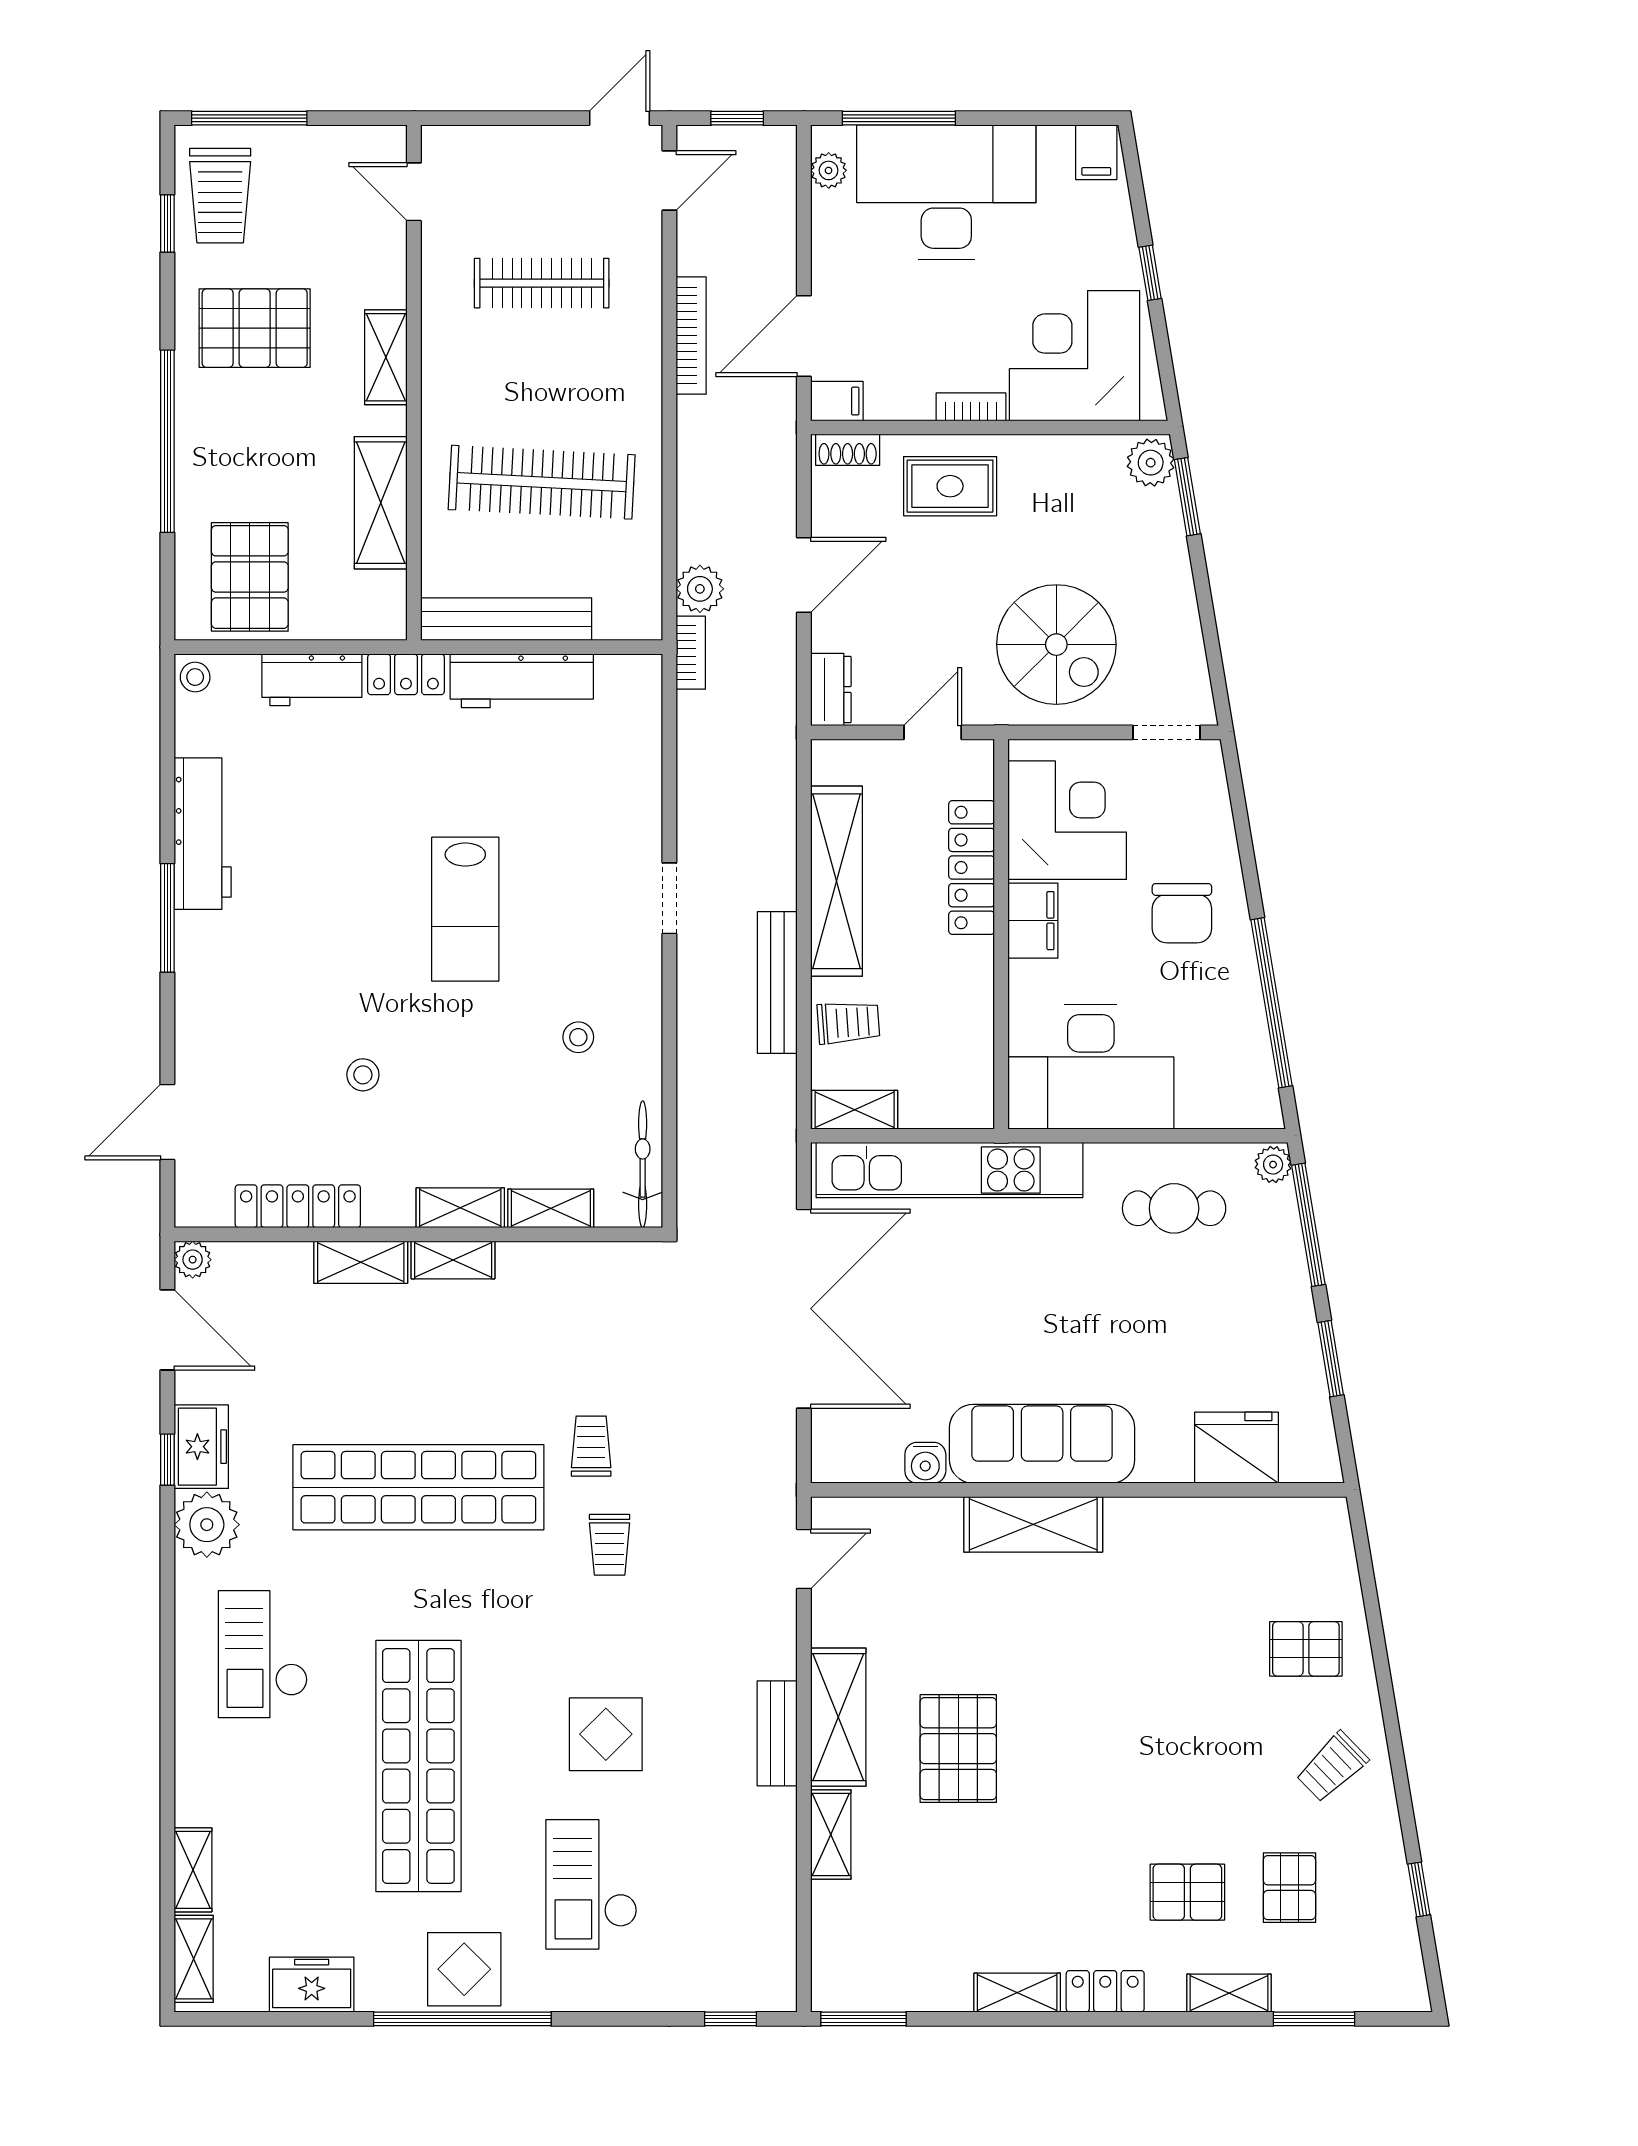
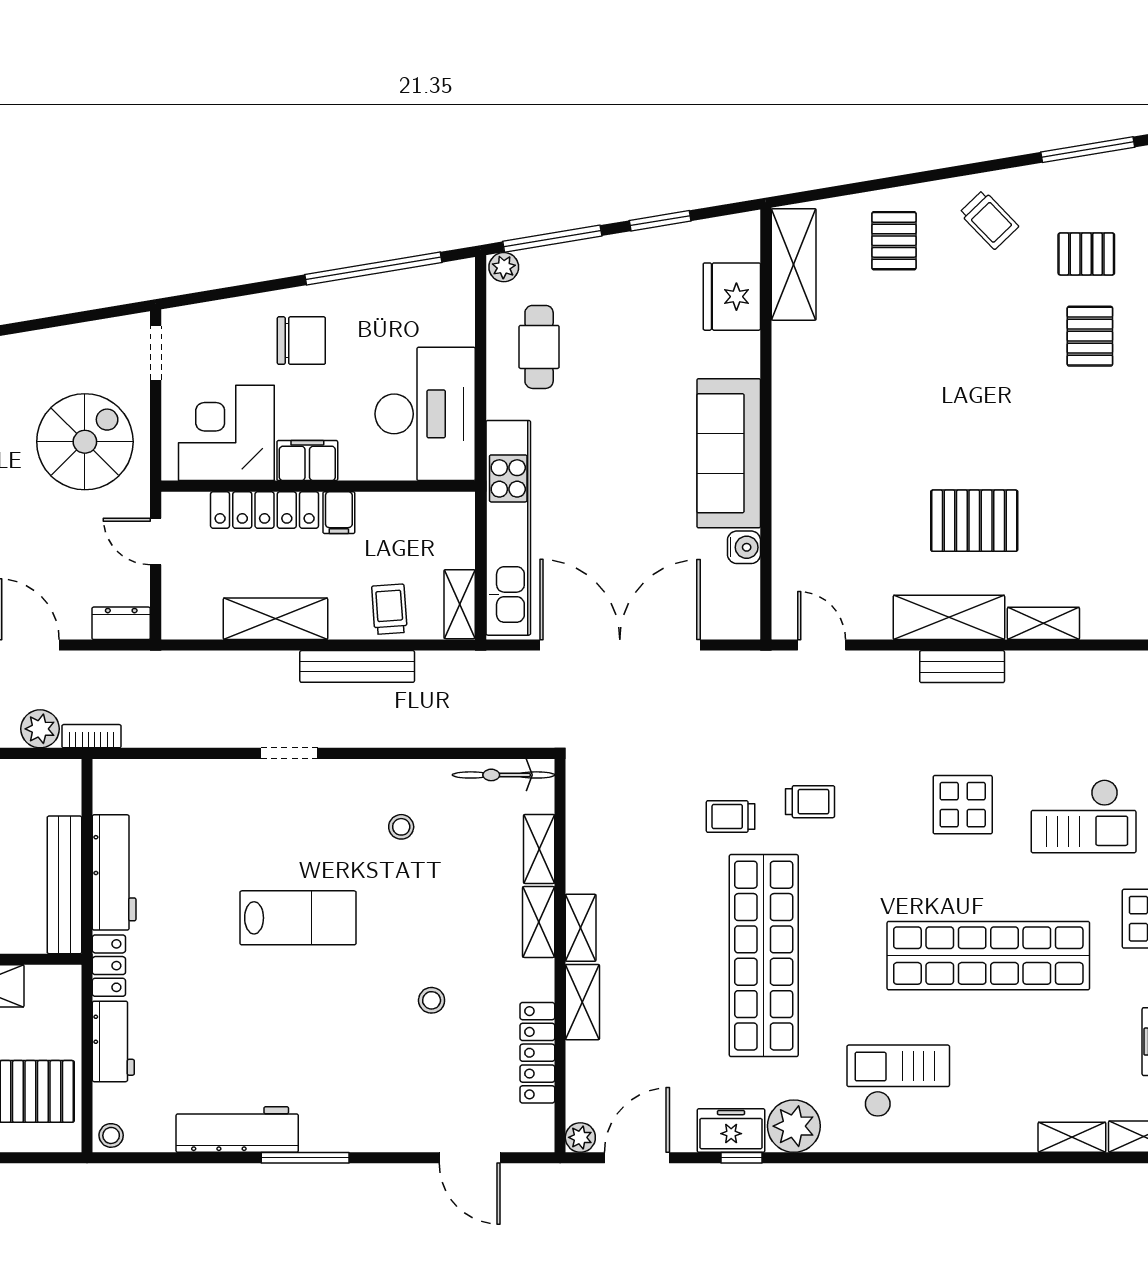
shelving: (837, 881) -> (276, 619), width x0.68
filing cabinet: (968, 960) -> (339, 513), added
shelving: (1033, 1524) -> (794, 264), moved
checkout: (263, 1654) -> (898, 1081), turned 180
window: (1419, 1889) -> (1088, 150), width x2.17

